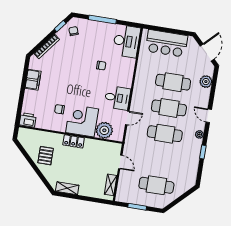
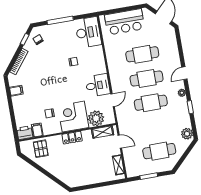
filing cabinet: (33, 80) -> (16, 91), width x0.50
plant: (206, 82) -> (187, 134), moved
door: (209, 116) -> (184, 73), hinge flipped
filing cabinet: (41, 122) -> (37, 130), added
pallet: (46, 156) -> (41, 149), moved
shelving: (67, 188) -> (103, 132), moved

